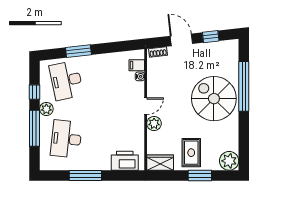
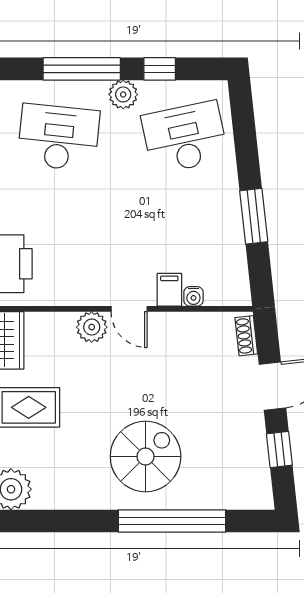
window: (78, 51) -> (254, 216), moved
filing cabinet: (137, 65) -> (169, 290), moved
spiral stairs: (214, 99) -> (146, 456), width x0.73, depth x0.73

